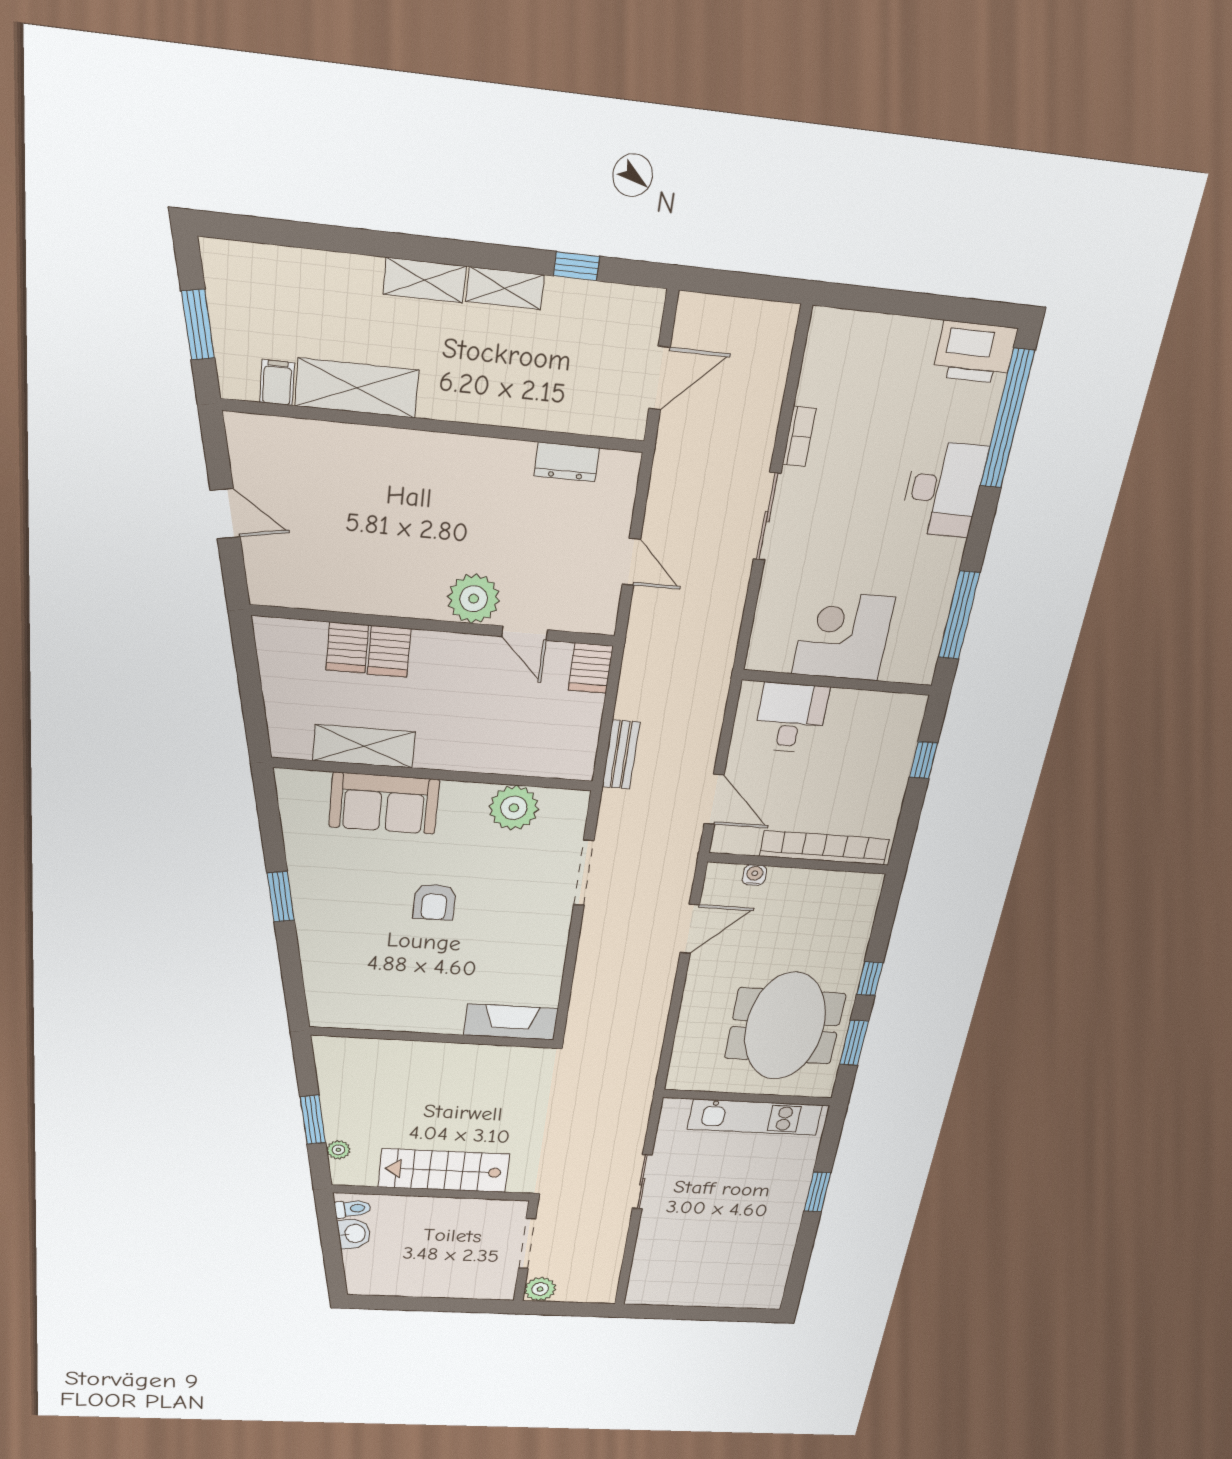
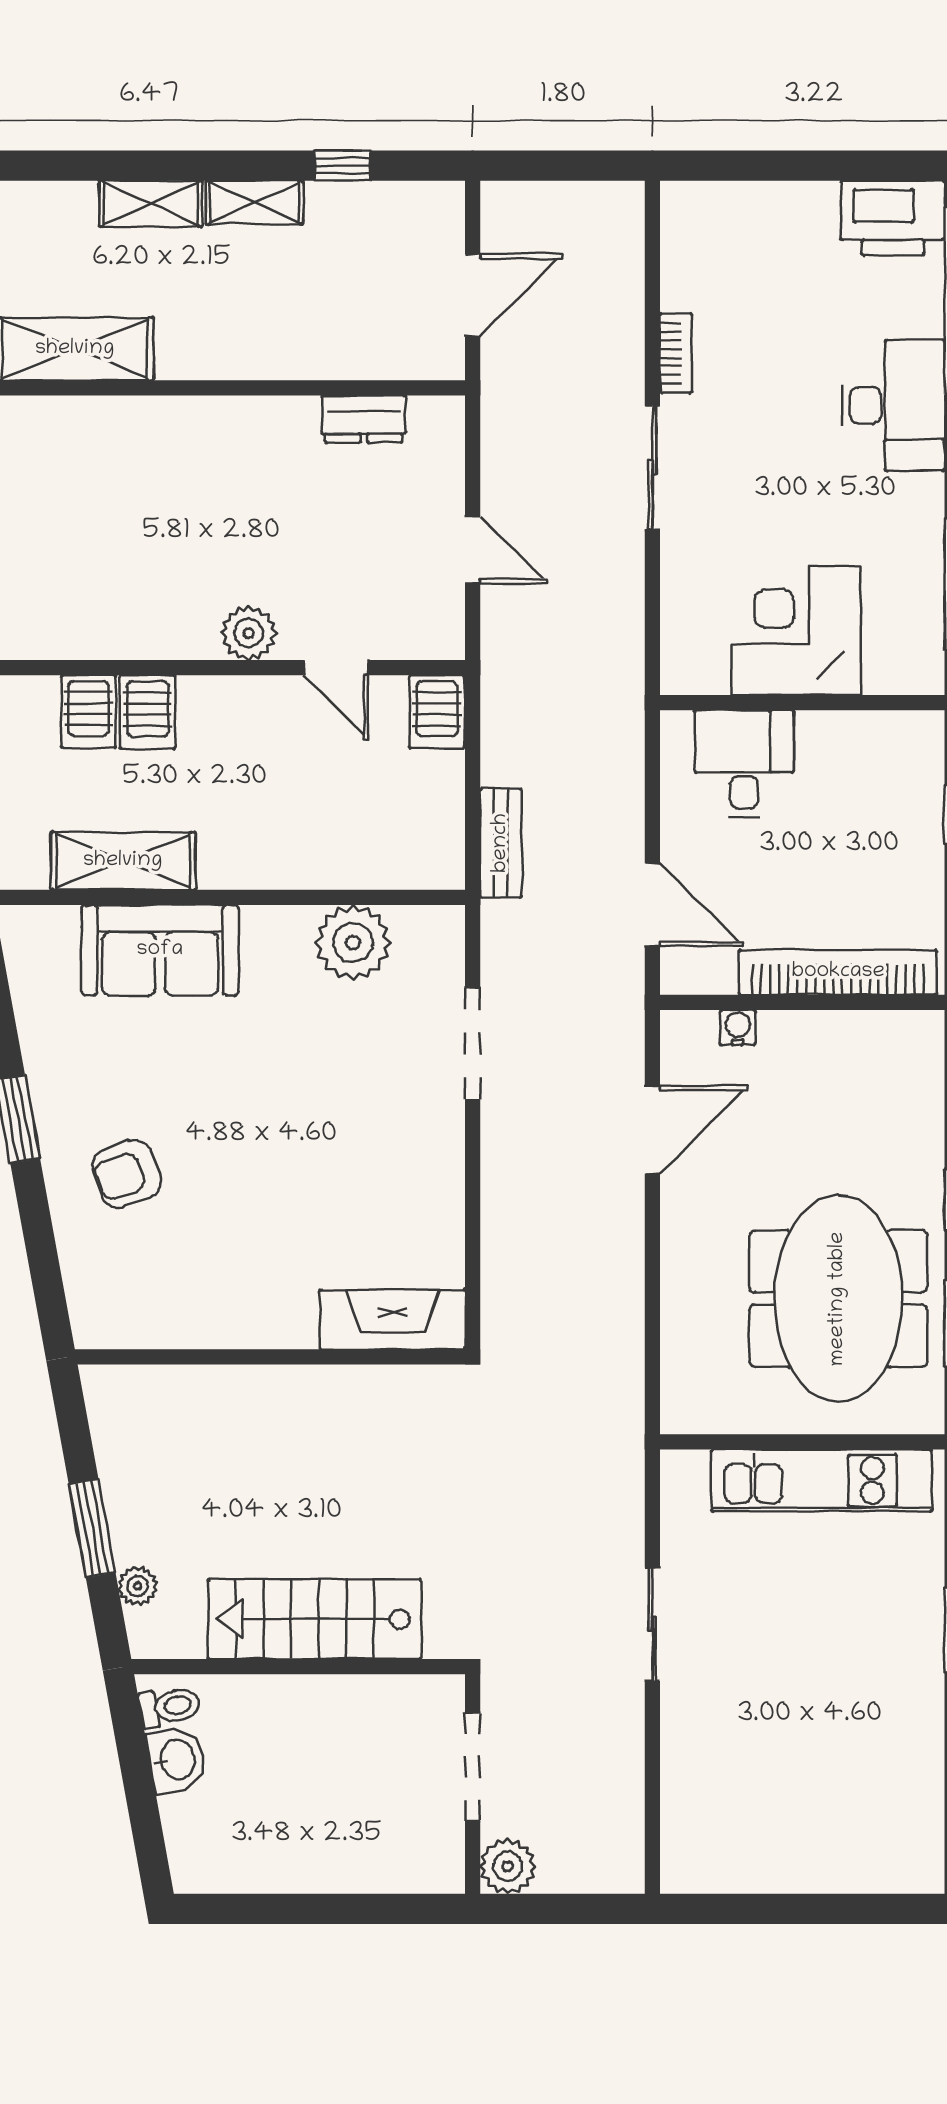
plant: (474, 599) -> (249, 633), width x0.73, depth x0.73
armchair: (434, 902) -> (127, 1174), moved, turned 70

